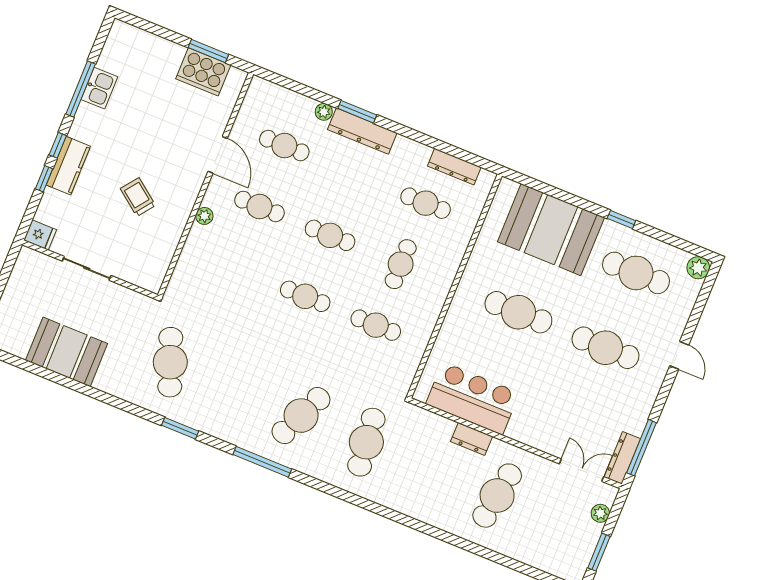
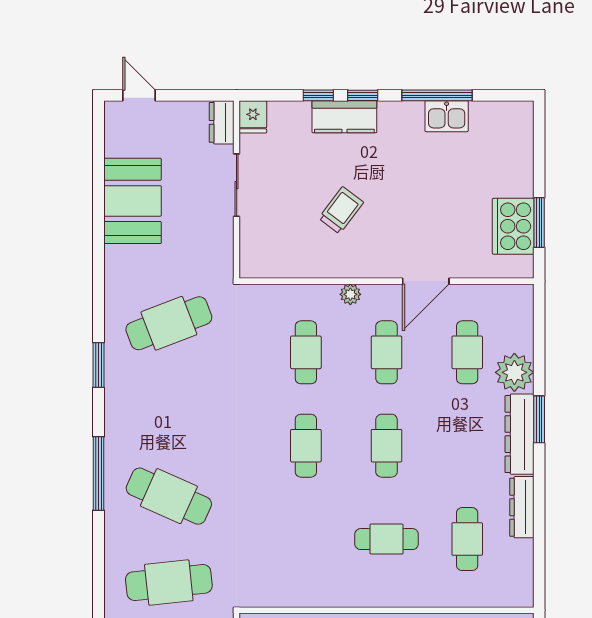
plant: (324, 112) -> (514, 372), width x1.88, depth x1.88
dresser: (454, 167) -> (522, 507), moved
dresser: (35, 260) -> (222, 122), added
cafe table: (376, 325) -> (306, 352), moved

